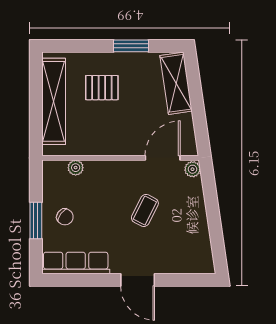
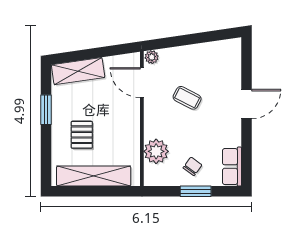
plant: (76, 168) -> (156, 151), width x1.88, depth x1.88
row of seats: (76, 263) -> (232, 167), width x0.68

